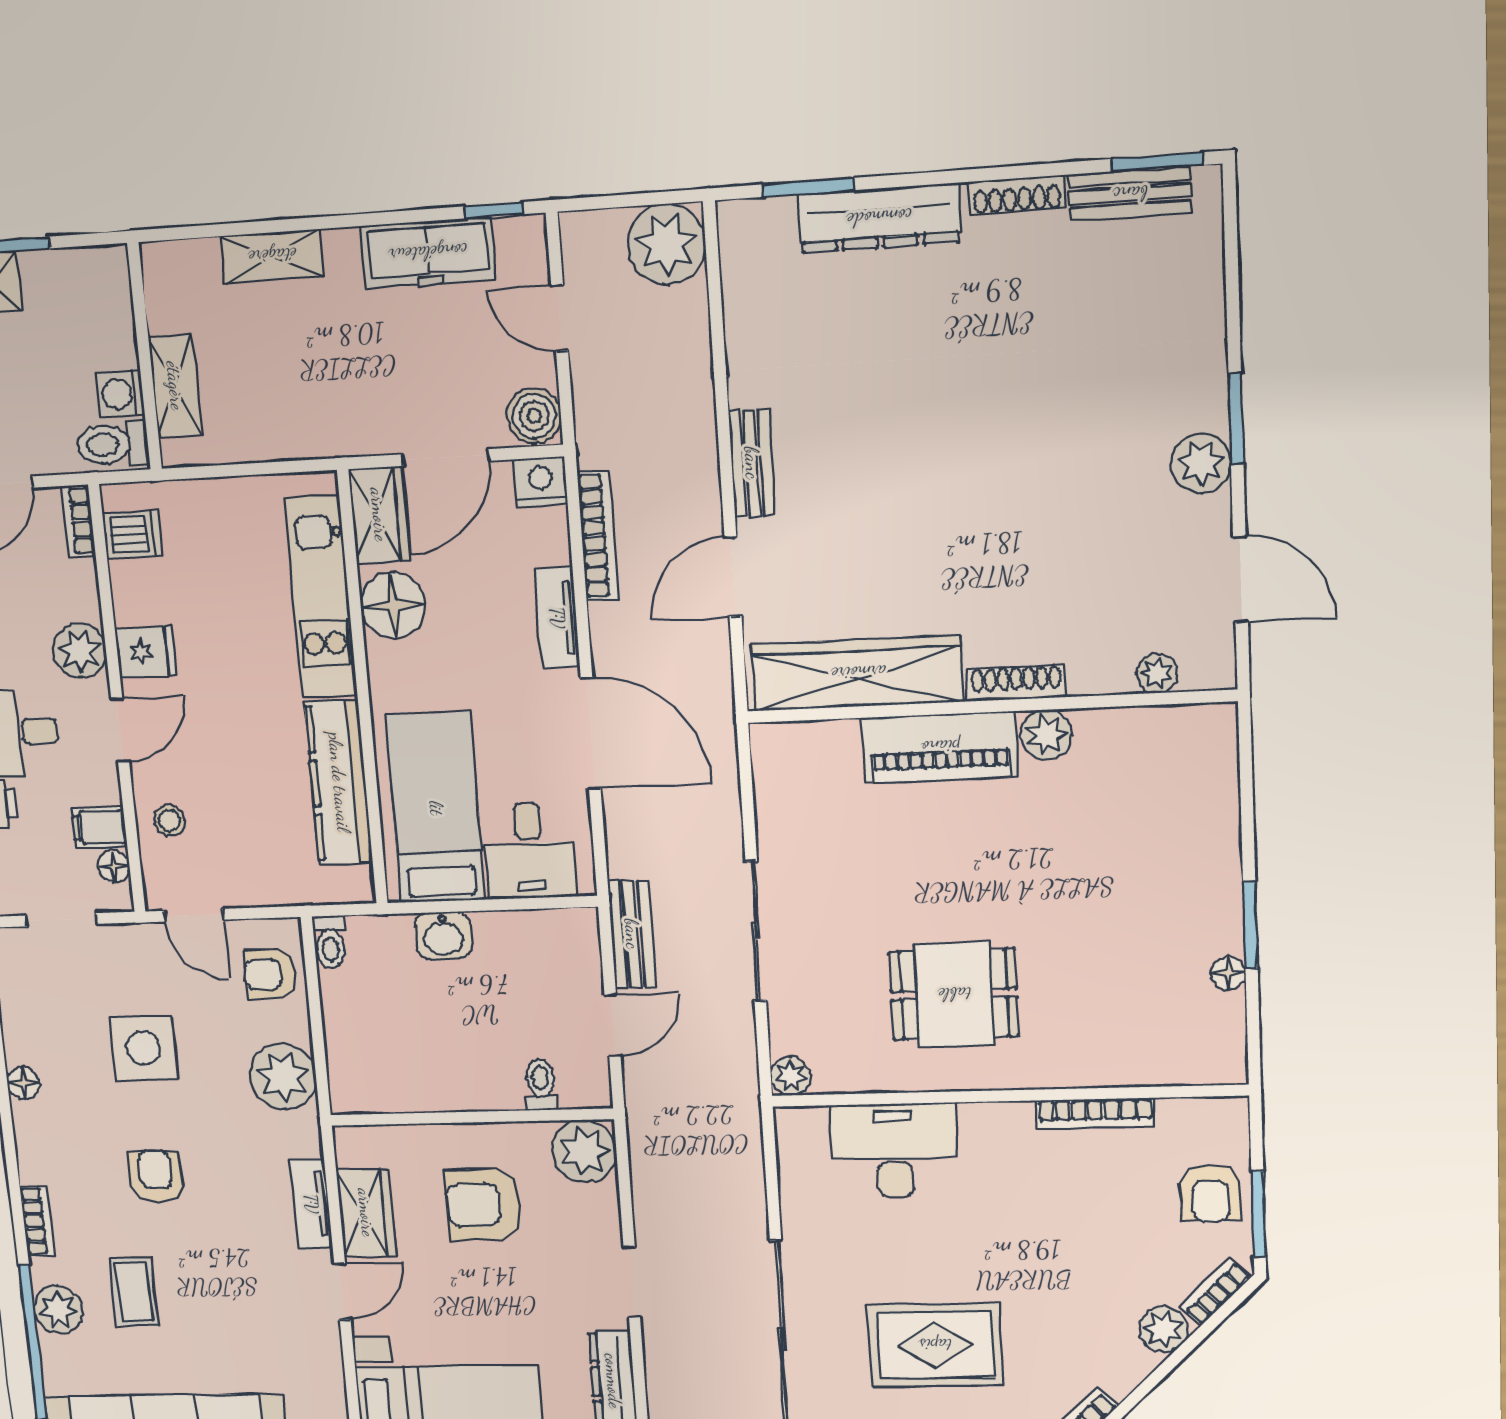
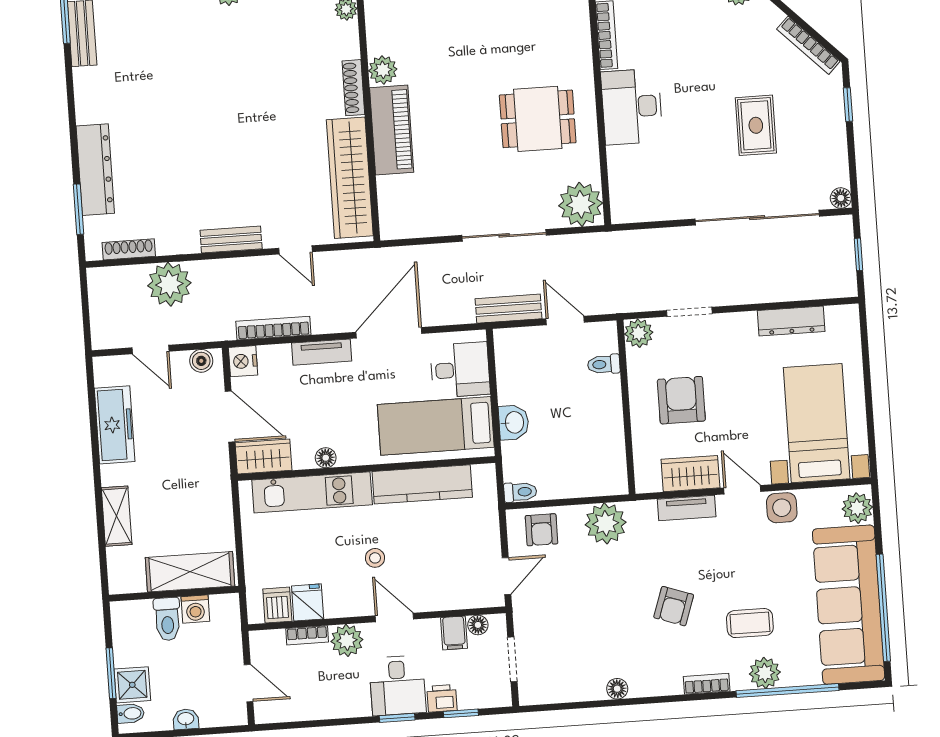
shoe rack: (1017, 195) -> (129, 249), moved, turned -90
window: (493, 210) -> (91, 387), removed
plant: (666, 244) -> (169, 284), moved
door: (560, 318) -> (151, 349), hinge flipped
shelving: (175, 386) -> (190, 572), width x1.50, depth x1.33
boiler: (534, 416) -> (201, 361), width x0.73, depth x0.73
toilet: (113, 444) -> (167, 619), moved
bookcase: (78, 521) -> (307, 635), moved
door: (733, 576) -> (296, 250), width x0.73
floor lamp: (393, 605) -> (326, 458), width x0.53, depth x0.53
fridge: (146, 652) -> (308, 602), moved
stool: (169, 821) -> (375, 558), moved
dining table: (954, 994) -> (538, 119), turned 90
side table: (143, 1048) -> (782, 508), moved, width x0.73, depth x0.73
plant: (791, 1076) -> (581, 204), width x1.87, depth x1.87
plant: (584, 1151) -> (639, 333), width x0.73, depth x0.73
desk: (894, 1151) -> (632, 107), moved
armchair: (156, 1177) -> (674, 606), turned -71
armchair: (484, 1205) -> (681, 400), turned 180
doorway: (632, 1282) -> (689, 312), moved
rug: (935, 1345) -> (756, 125), width x0.73, depth x0.70

